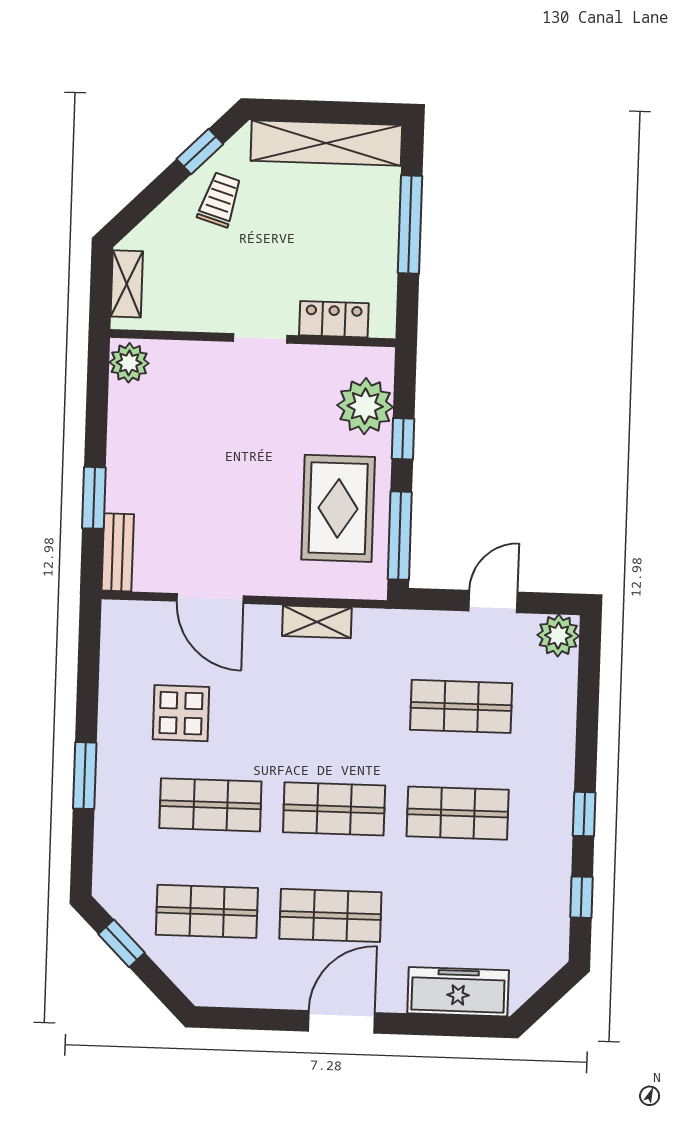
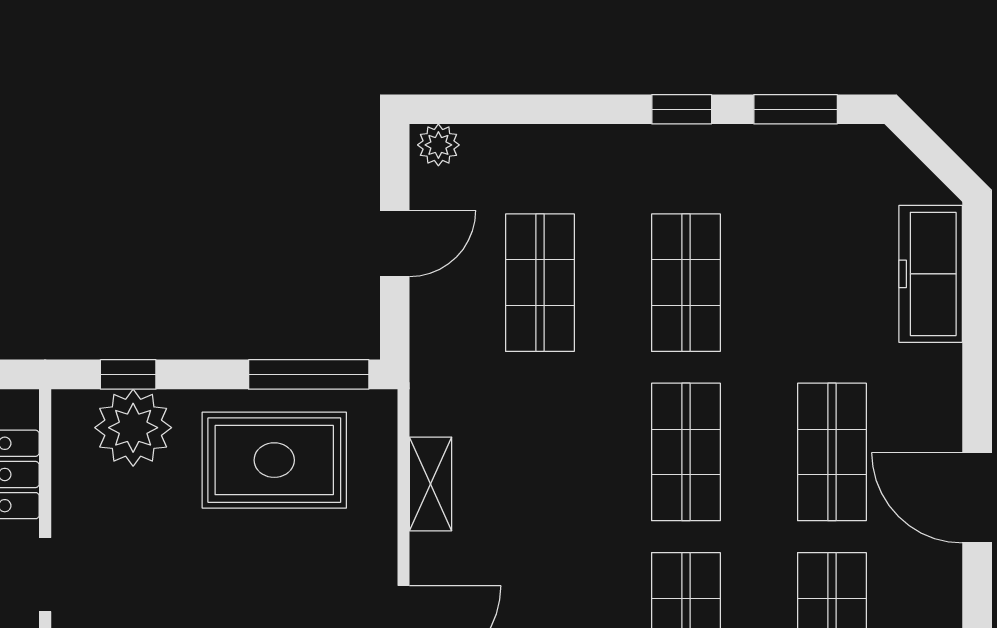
window: (403, 439) -> (128, 374), moved
door: (493, 601) -> (395, 244), swing flipped
plant: (558, 636) -> (438, 145), width x0.73, depth x0.73
window: (581, 897) -> (796, 109), width x1.50
door: (342, 1022) -> (977, 498), moved

